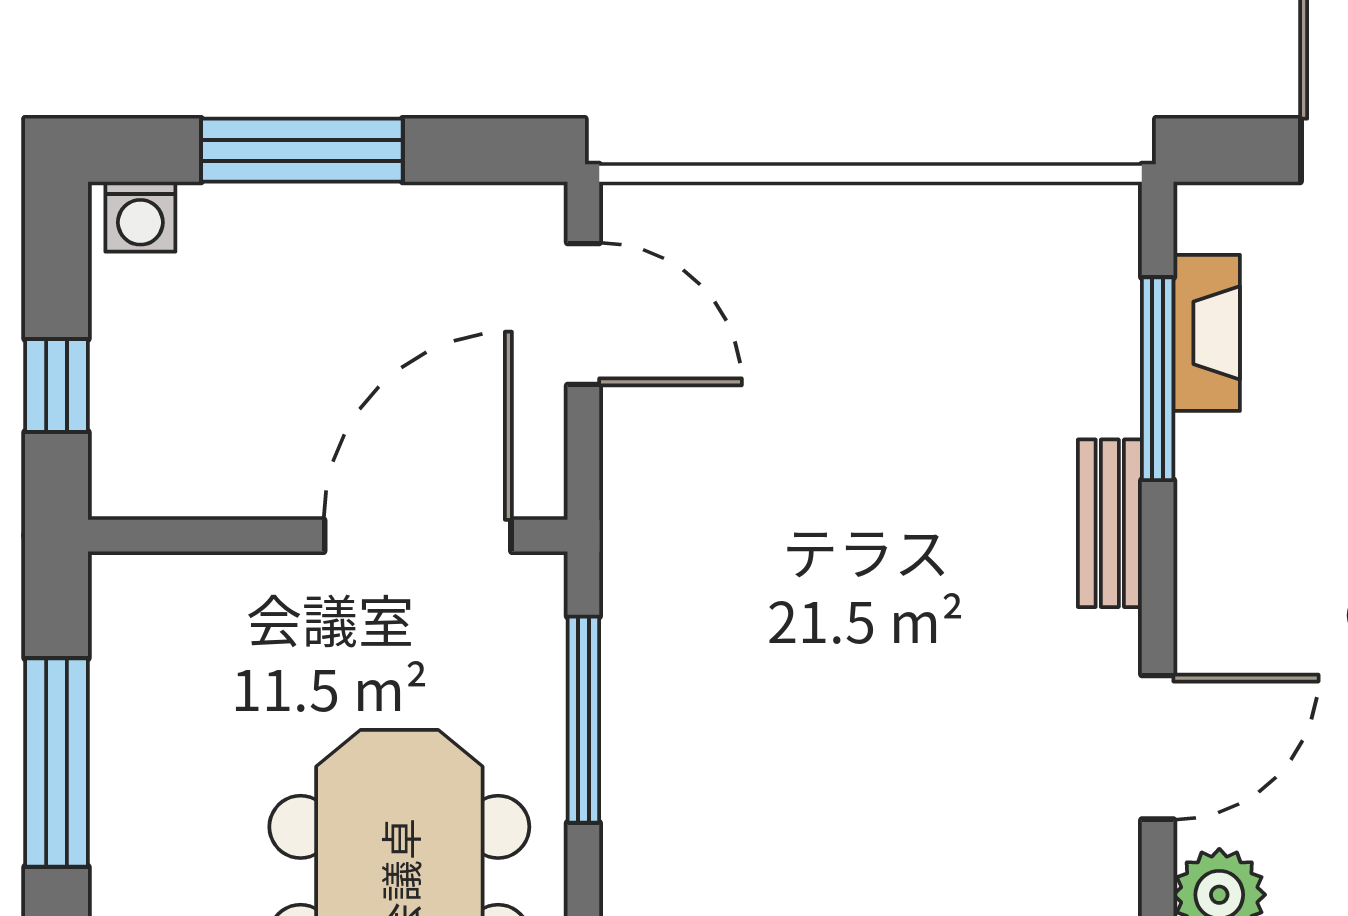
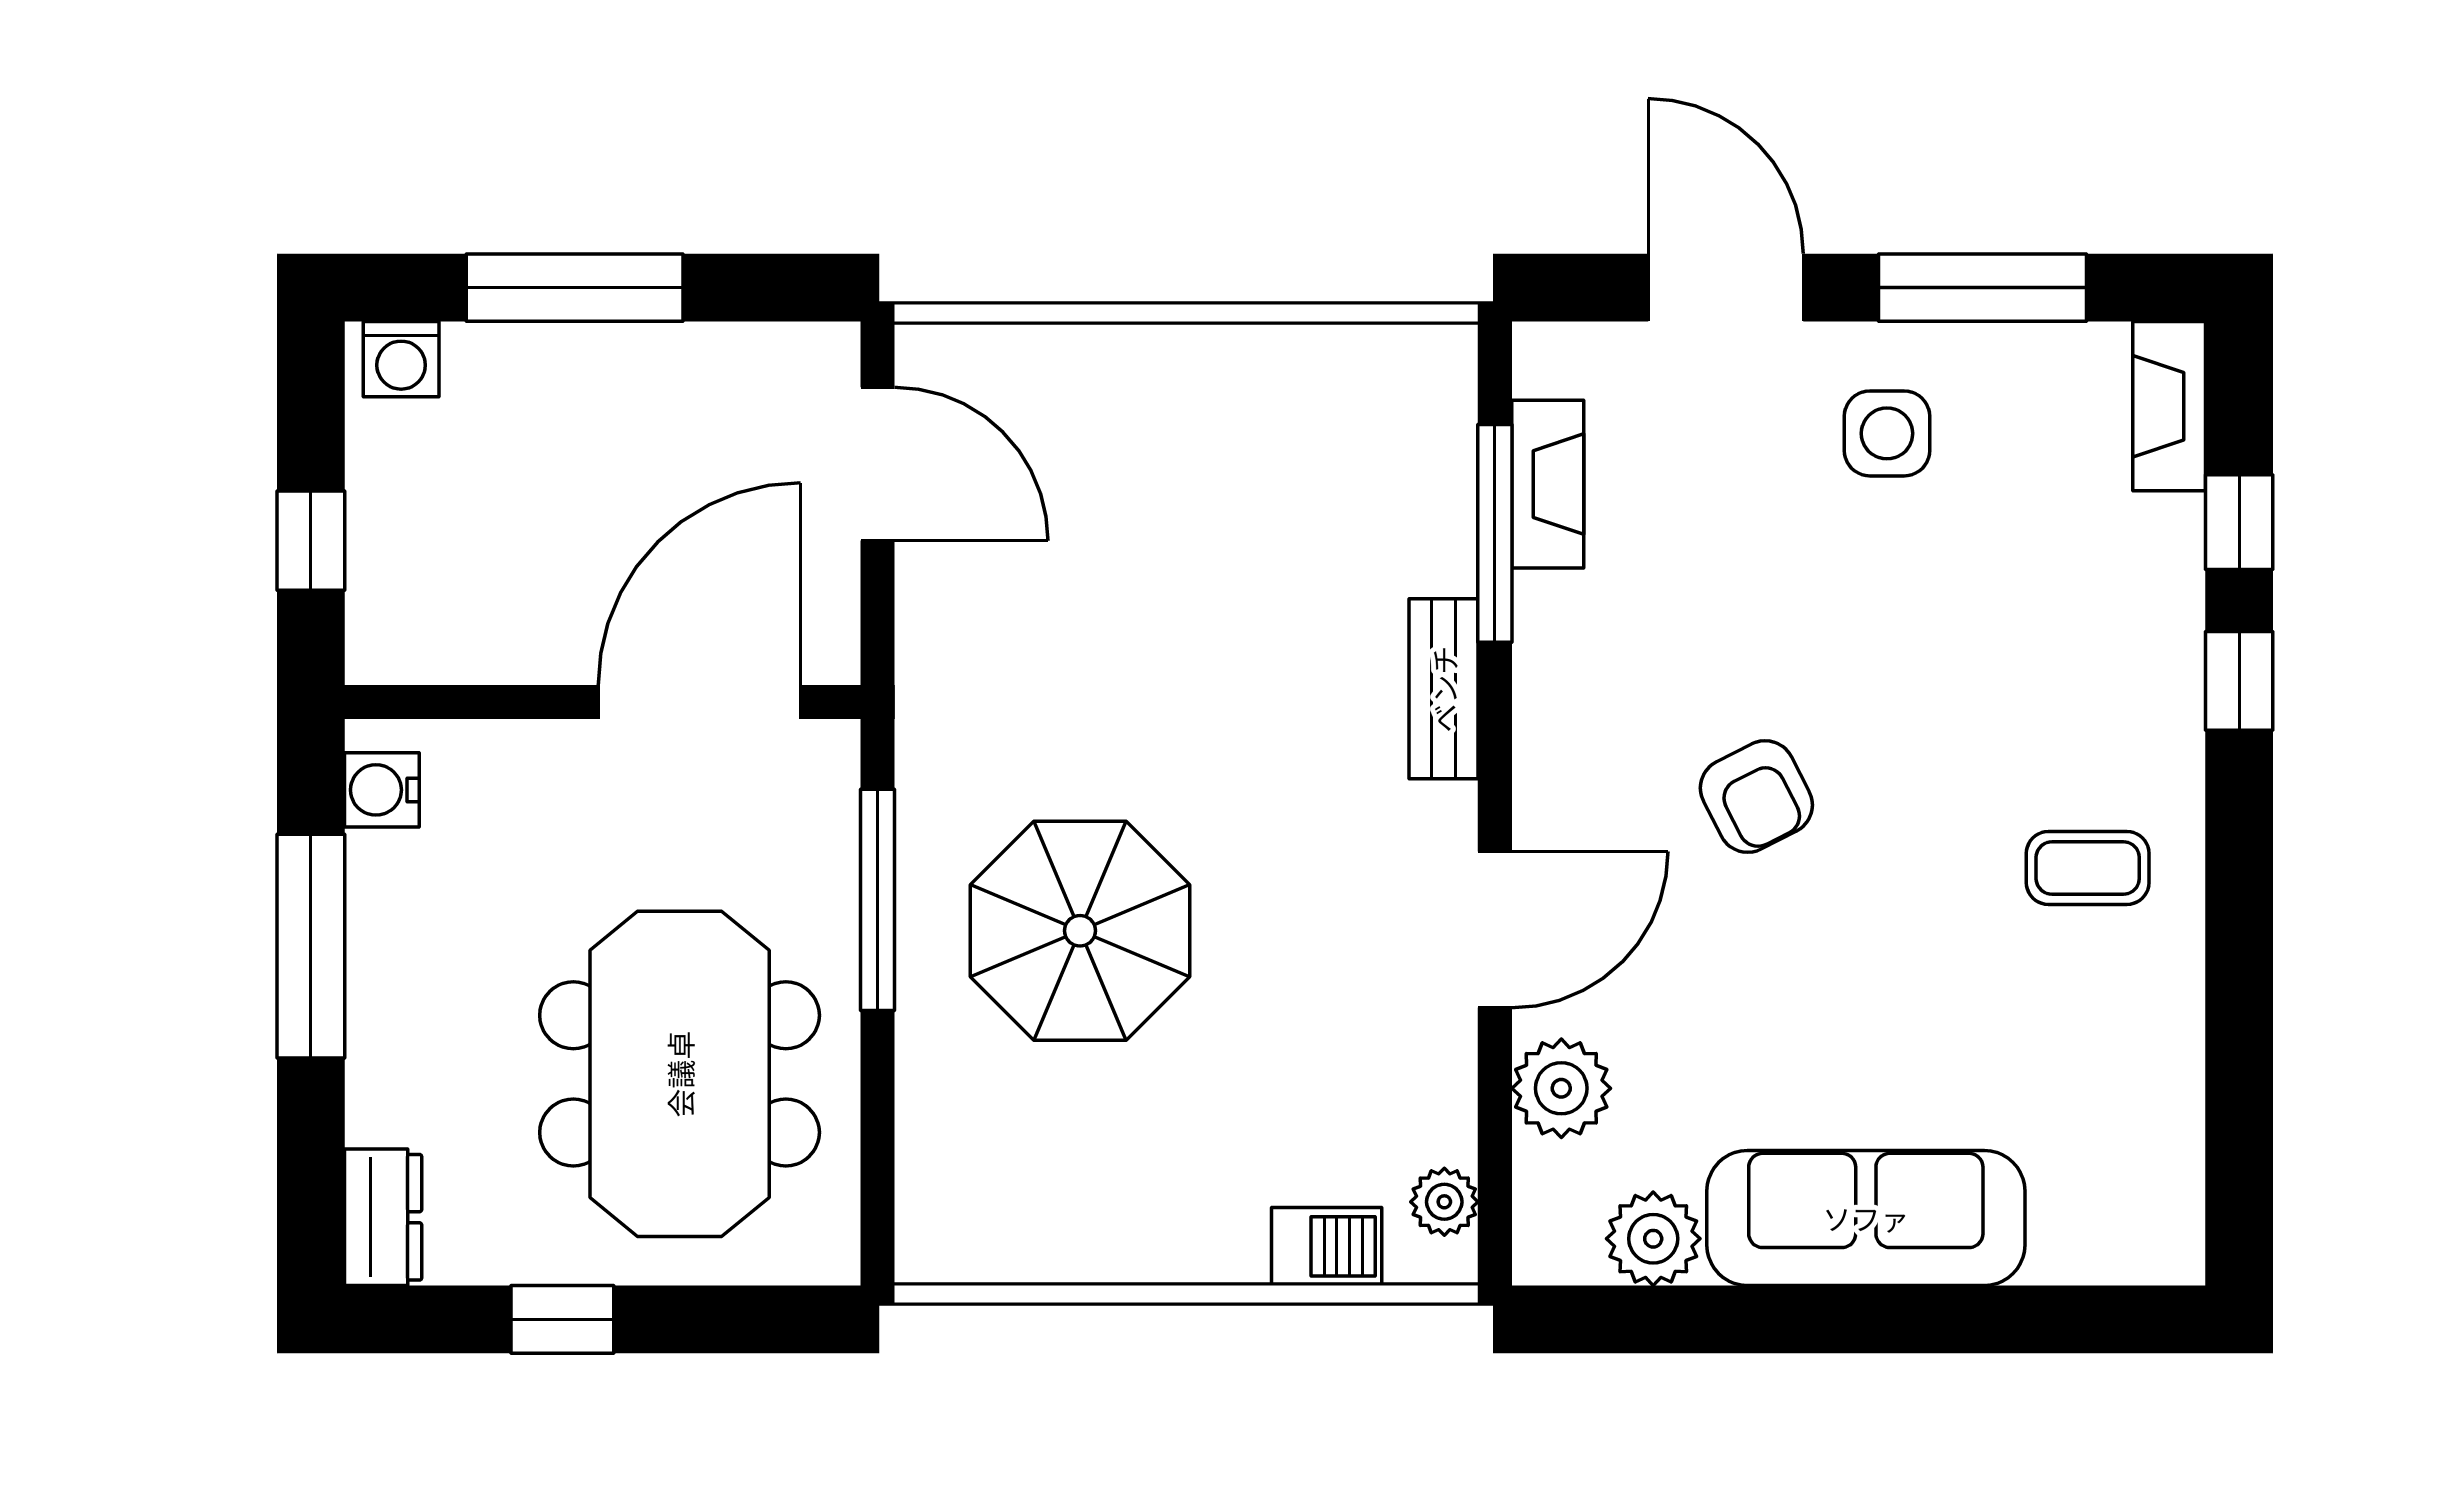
water cooler: (123, 617) -> (382, 790), added
parasol: (772, 748) -> (1080, 931), added

